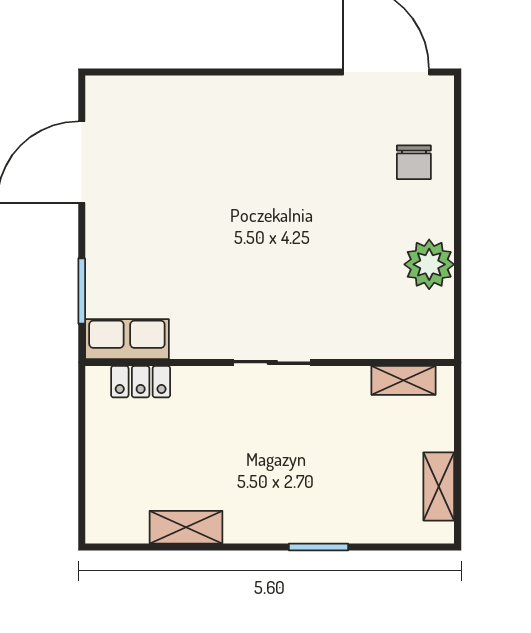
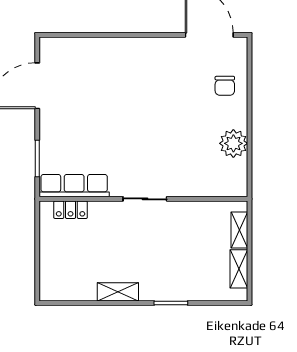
row of seats: (127, 339) -> (74, 186), width x1.48
shelving: (404, 380) -> (239, 230), moved, turned 90
shelving: (186, 527) -> (118, 292), moved

